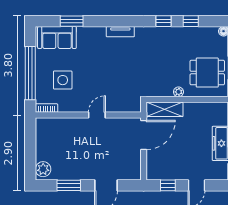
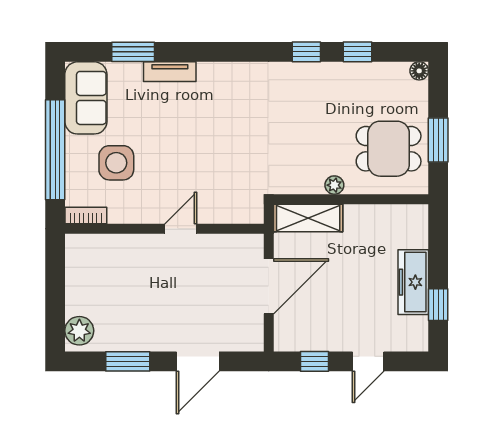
tv unit: (120, 32) -> (170, 72), moved
sofa: (57, 37) -> (86, 98), moved, turned -90
door: (144, 135) -> (269, 286), moved

